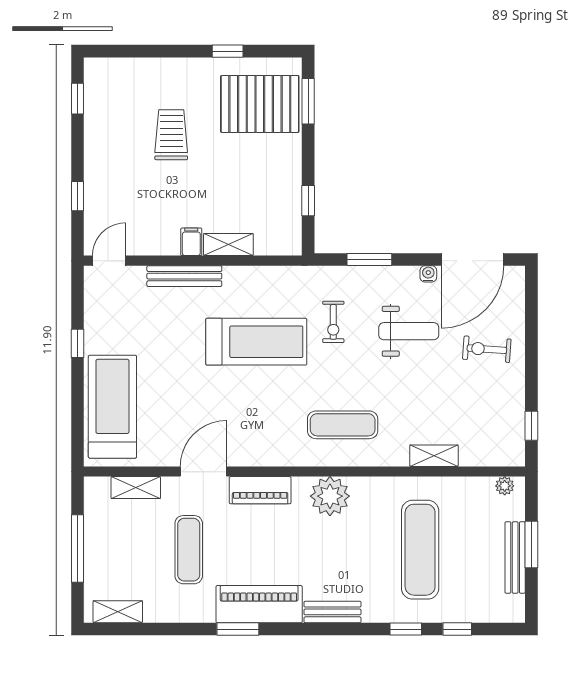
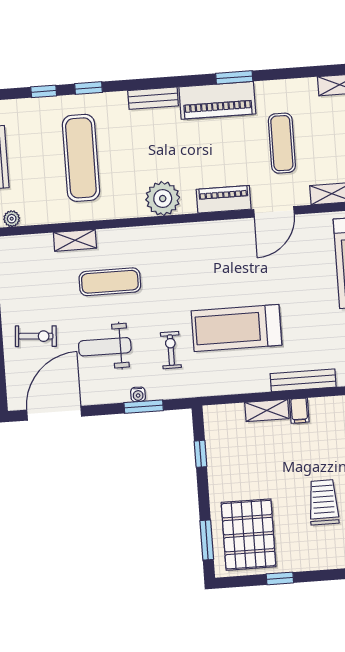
pallet: (260, 104) -> (249, 535), turned 90
trolley: (171, 135) -> (324, 502), turned 180
water cooler: (428, 274) -> (138, 394), moved
exercise mat: (343, 425) -> (110, 282), moved

